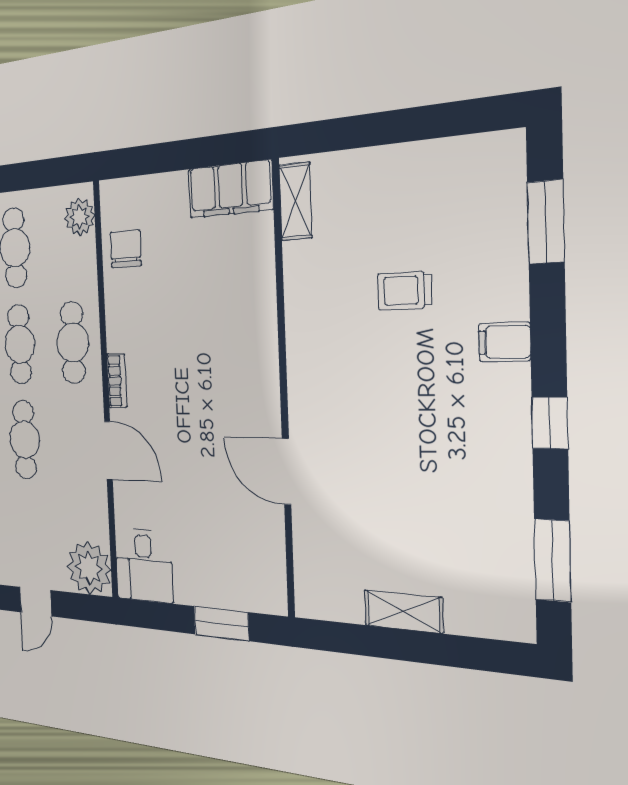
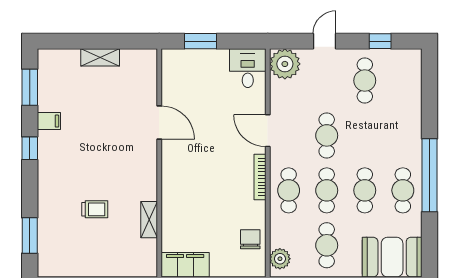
shelving: (296, 201) -> (149, 220), moved
chair: (126, 249) -> (250, 239), turned 180
filing cabinet: (504, 342) -> (49, 121), moved
bookcase: (117, 381) -> (260, 177), width x1.56

